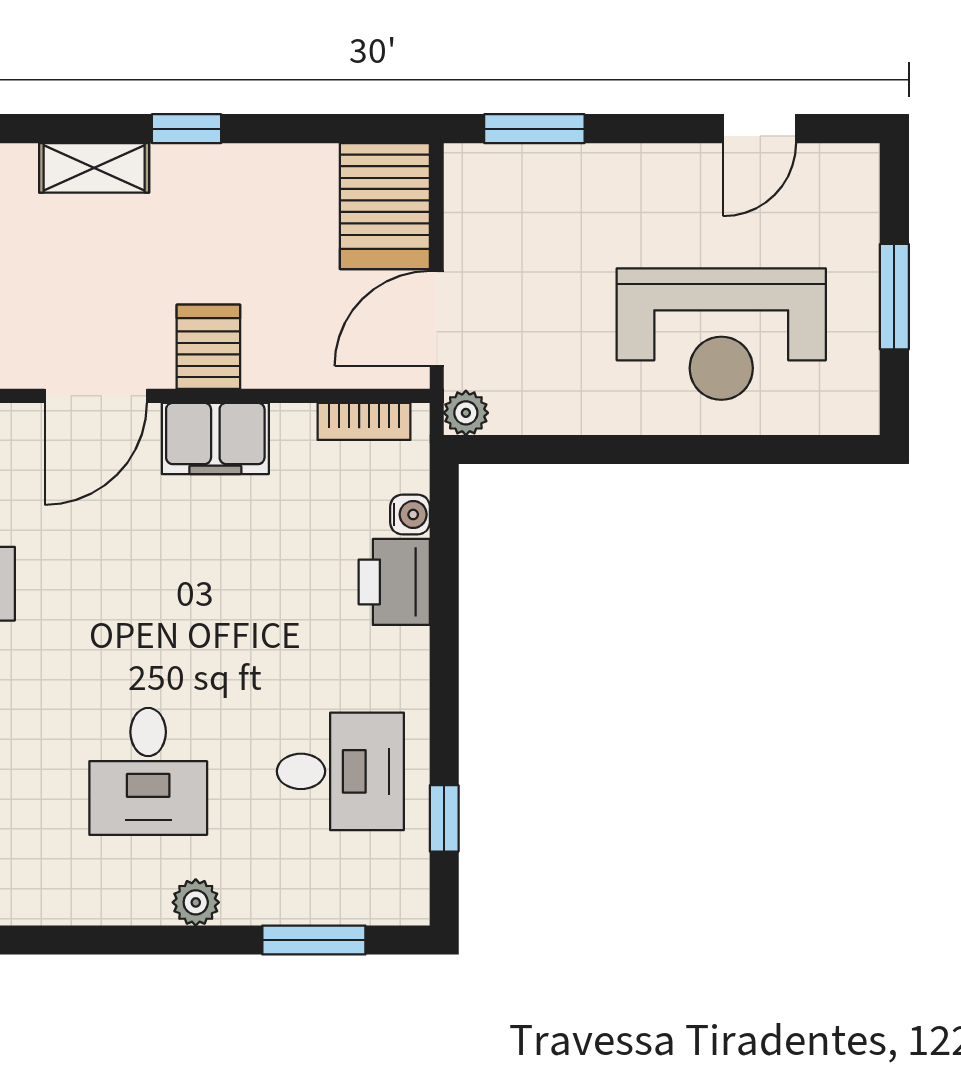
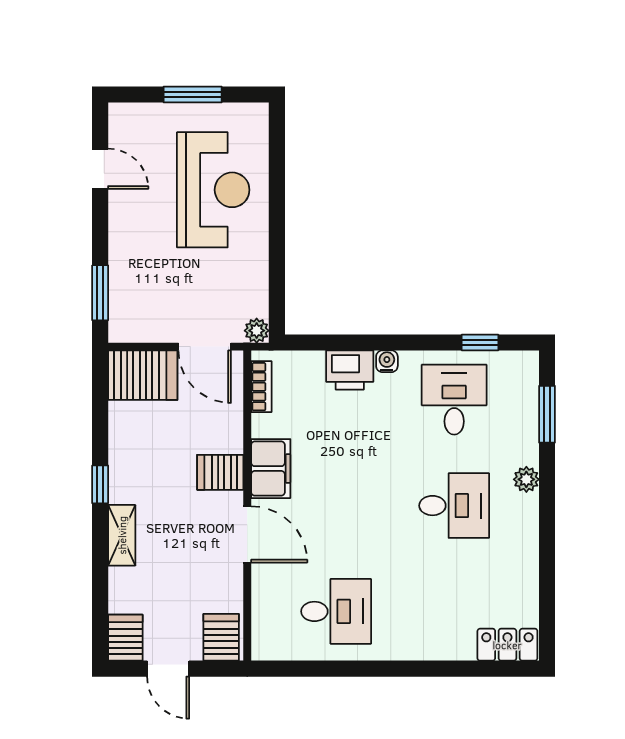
water cooler: (410, 514) -> (387, 361), moved

